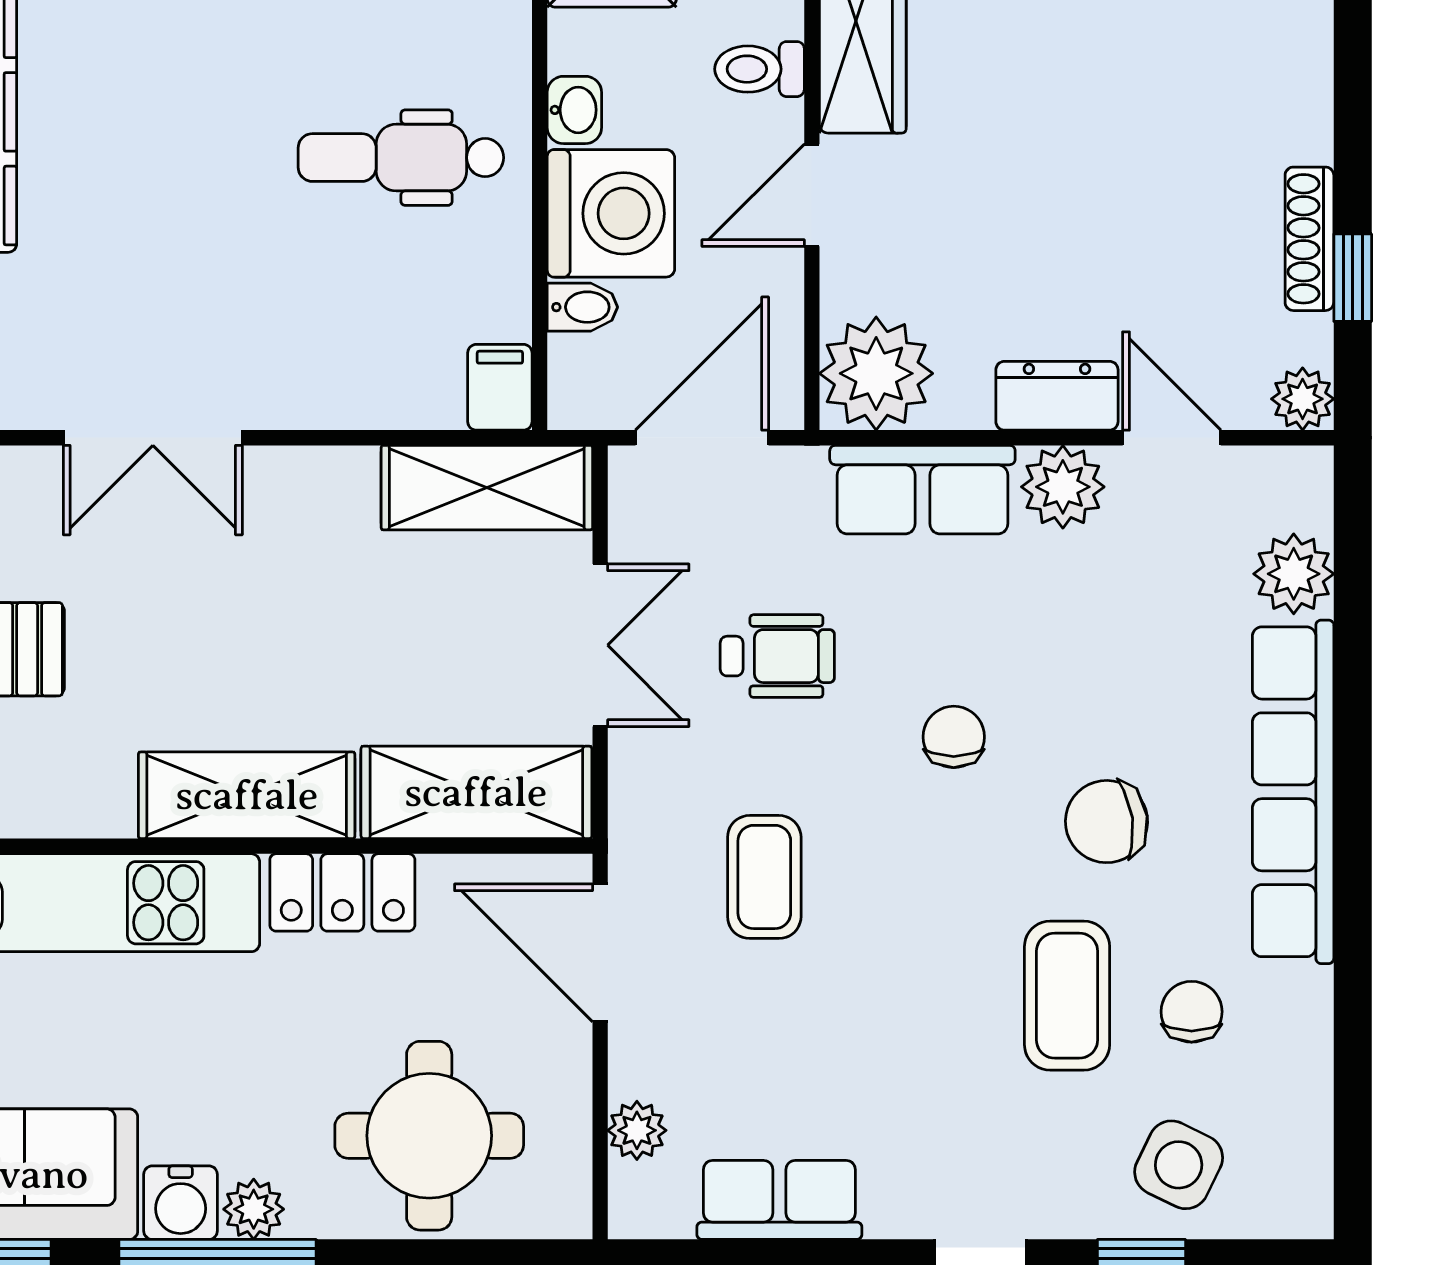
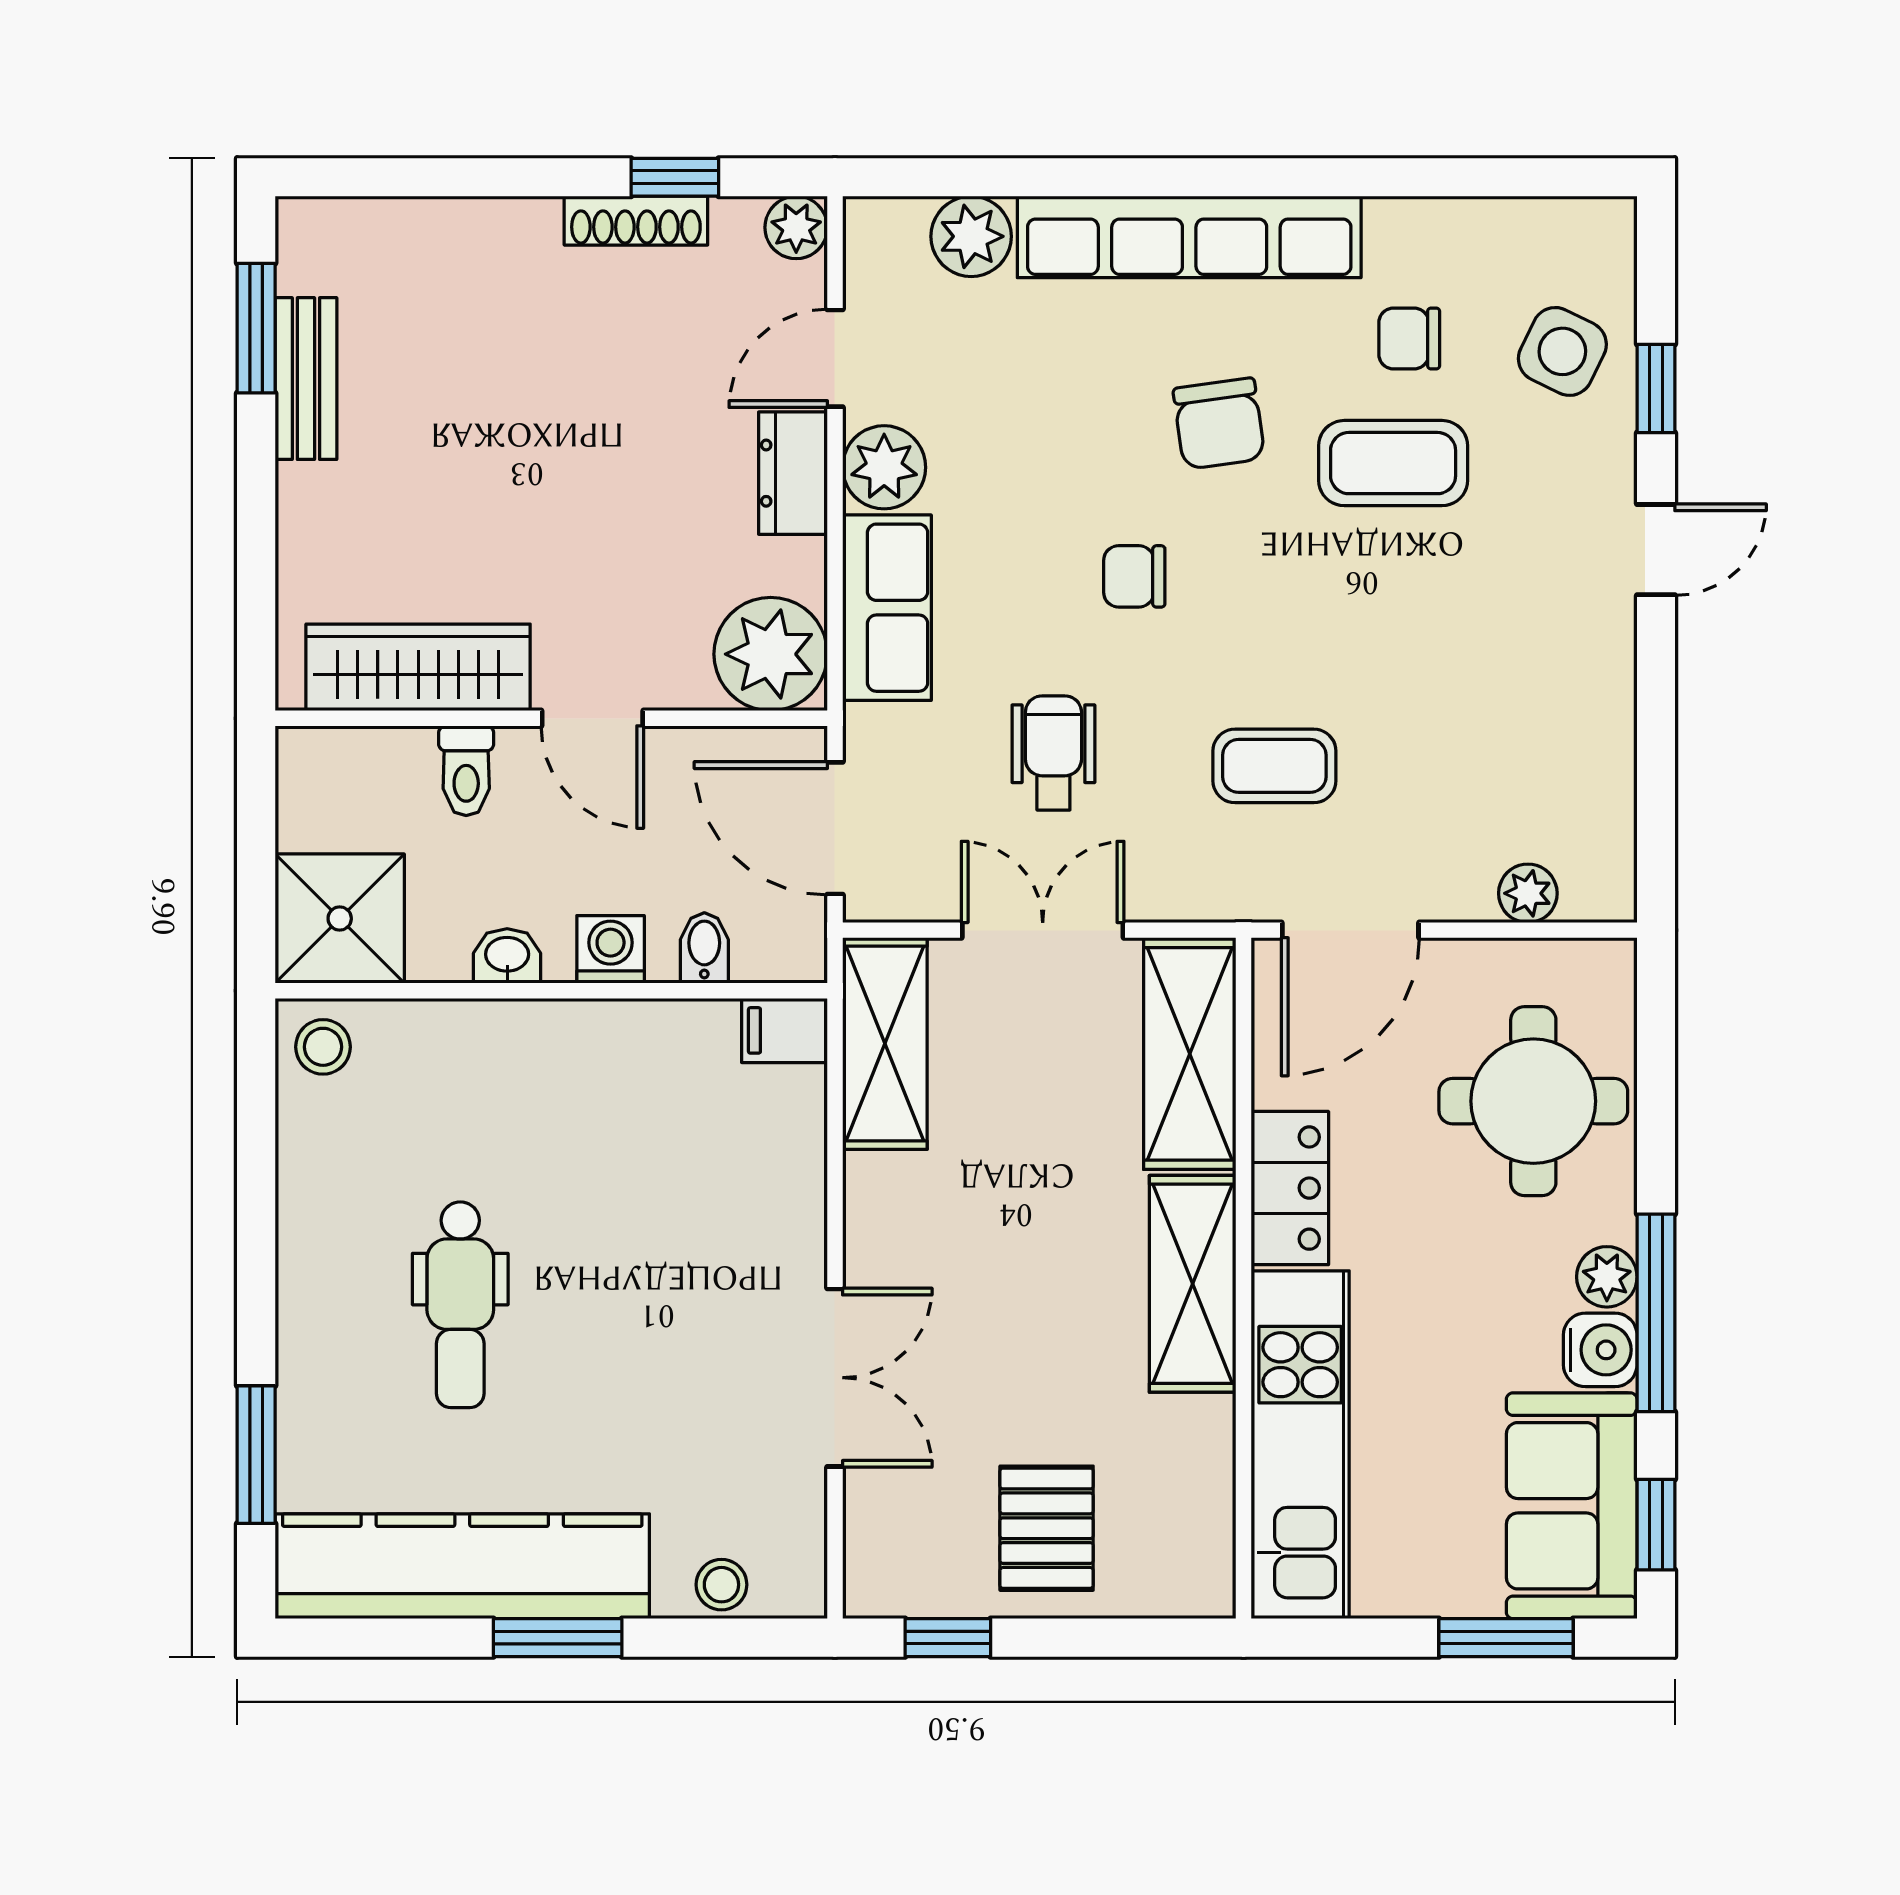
dental chair: (401, 158) -> (460, 1305), moved
washing machine: (611, 213) -> (611, 949), width x0.53, depth x0.53
row of seats: (779, 1200) -> (1598, 751), removed

